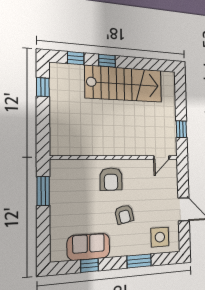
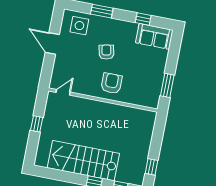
window: (181, 129) -> (37, 124), moved
sofa: (89, 247) -> (154, 36), moved

